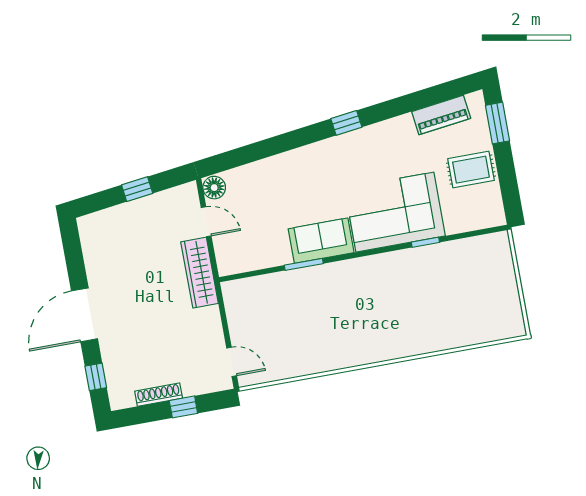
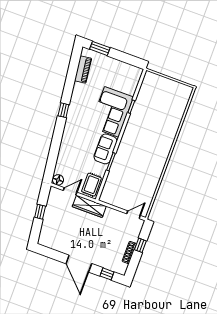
rug: (471, 170) -> (91, 185), moved

